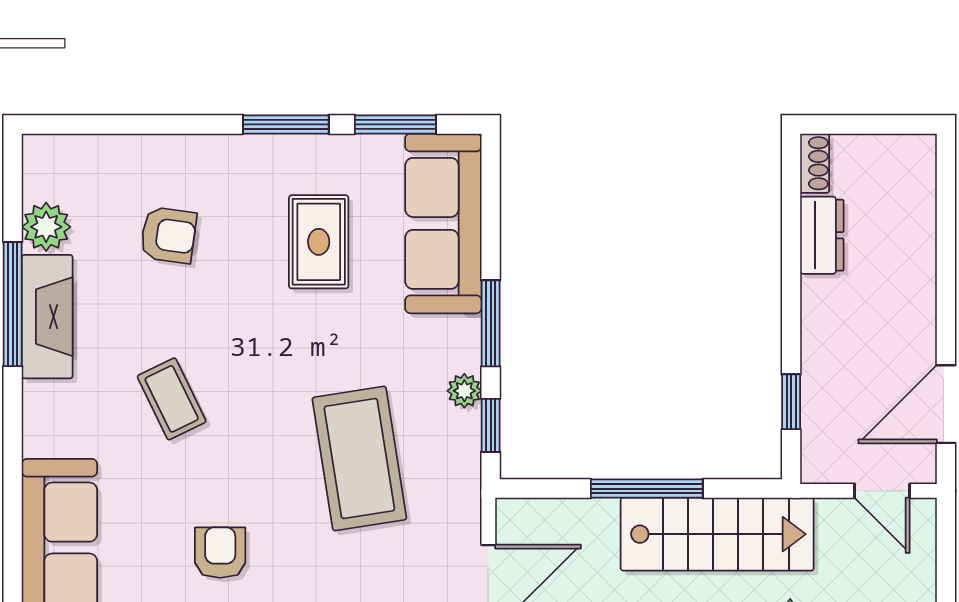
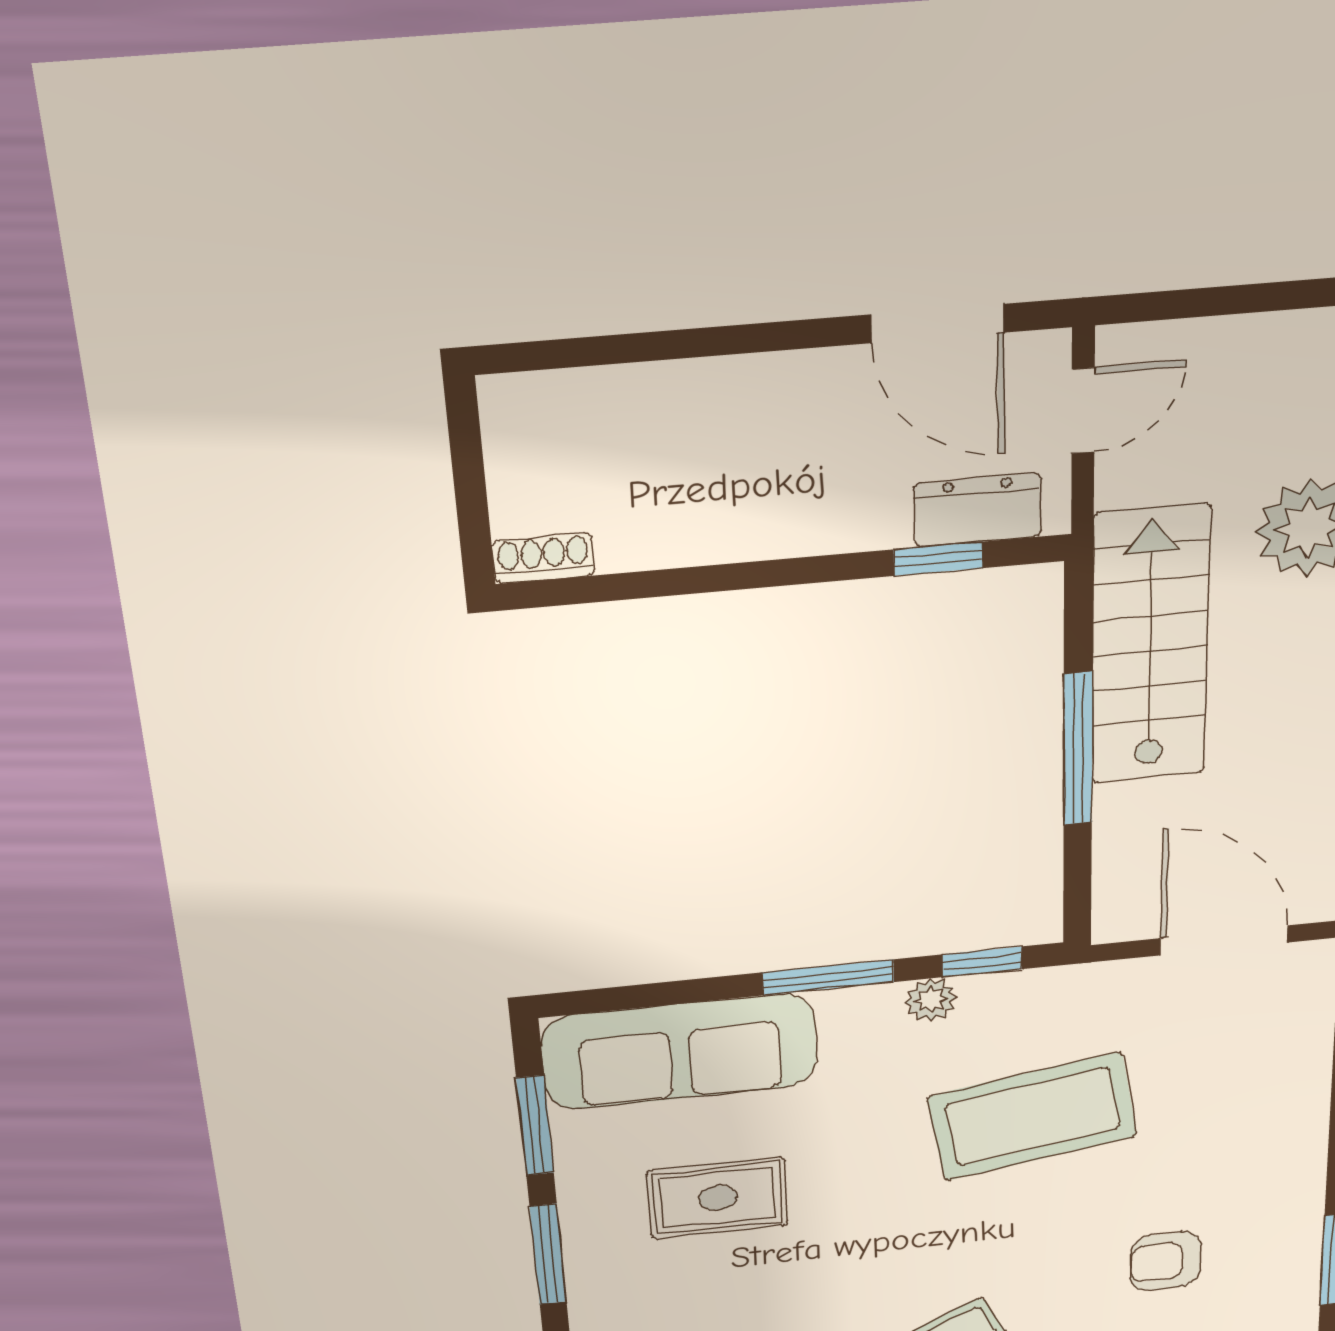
dresser: (822, 235) -> (978, 510), moved

